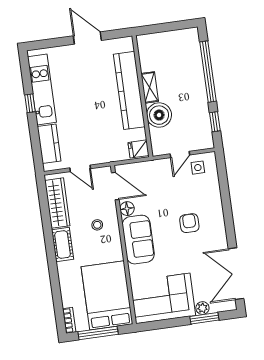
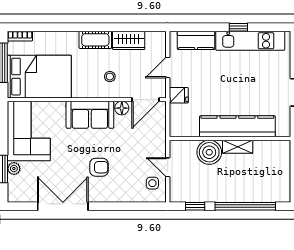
fridge: (139, 149) -> (179, 95), moved, turned 90
wardrobe: (57, 203) -> (129, 40), width x0.67
double door: (236, 274) -> (63, 206), moved

